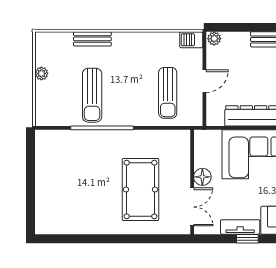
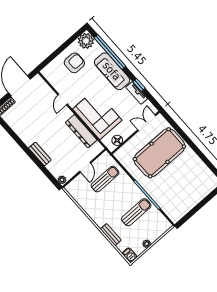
barbecue: (191, 40) -> (130, 255), moved
door: (204, 81) -> (85, 167), swing flipped
floor lamp: (202, 177) -> (117, 140), moved
pool table: (140, 189) -> (159, 153), width x1.36, depth x1.32

